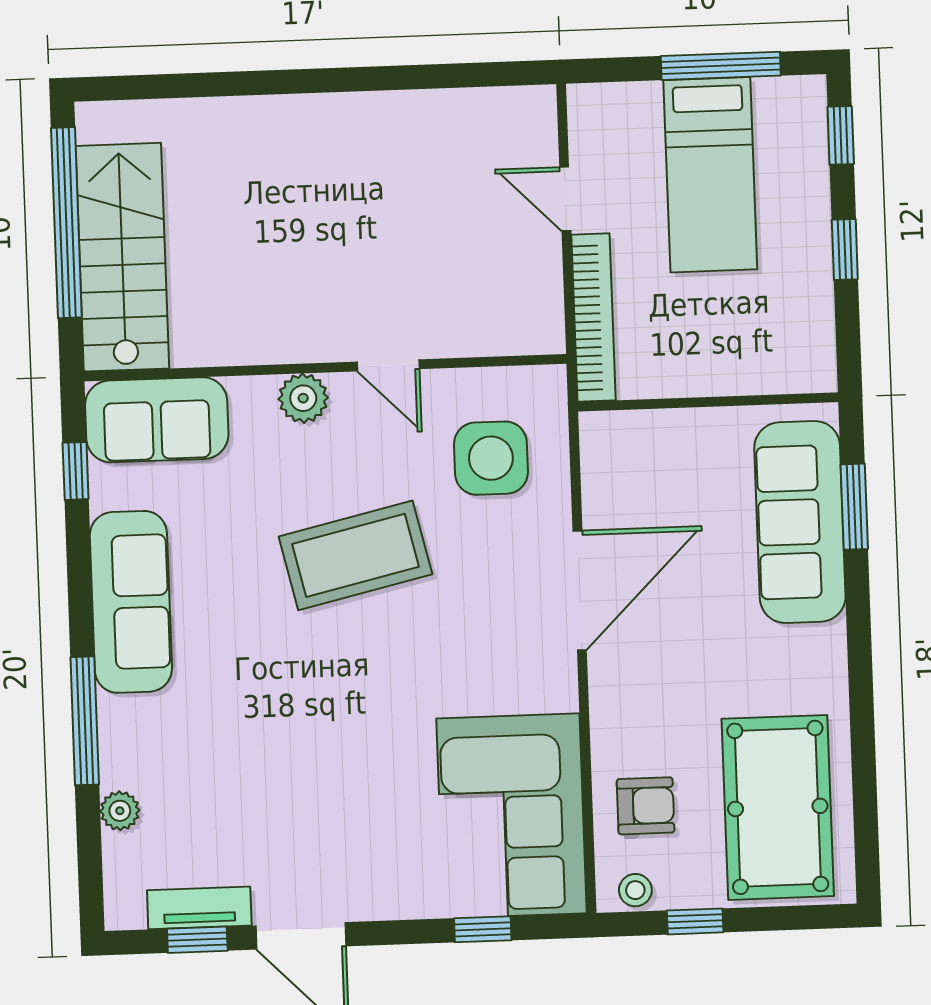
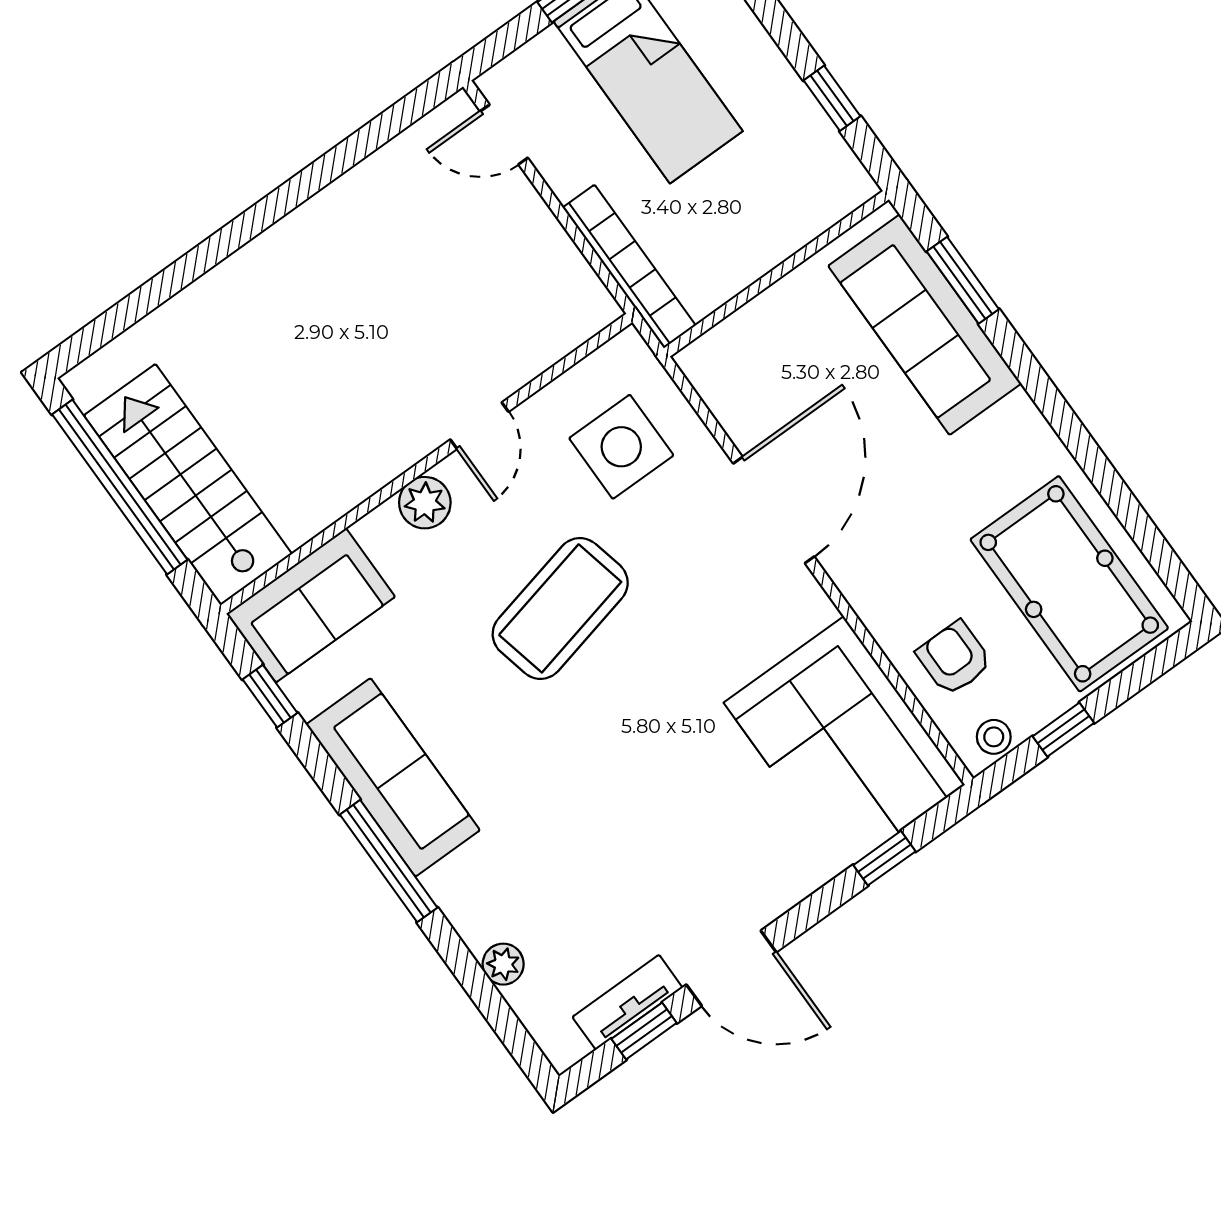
door: (565, 199) -> (504, 135), moved
window: (845, 249) -> (832, 98), moved
door: (388, 365) -> (479, 426), hinge flipped
window: (85, 721) -> (389, 861), moved
armchair: (646, 806) -> (954, 658), turned -90

